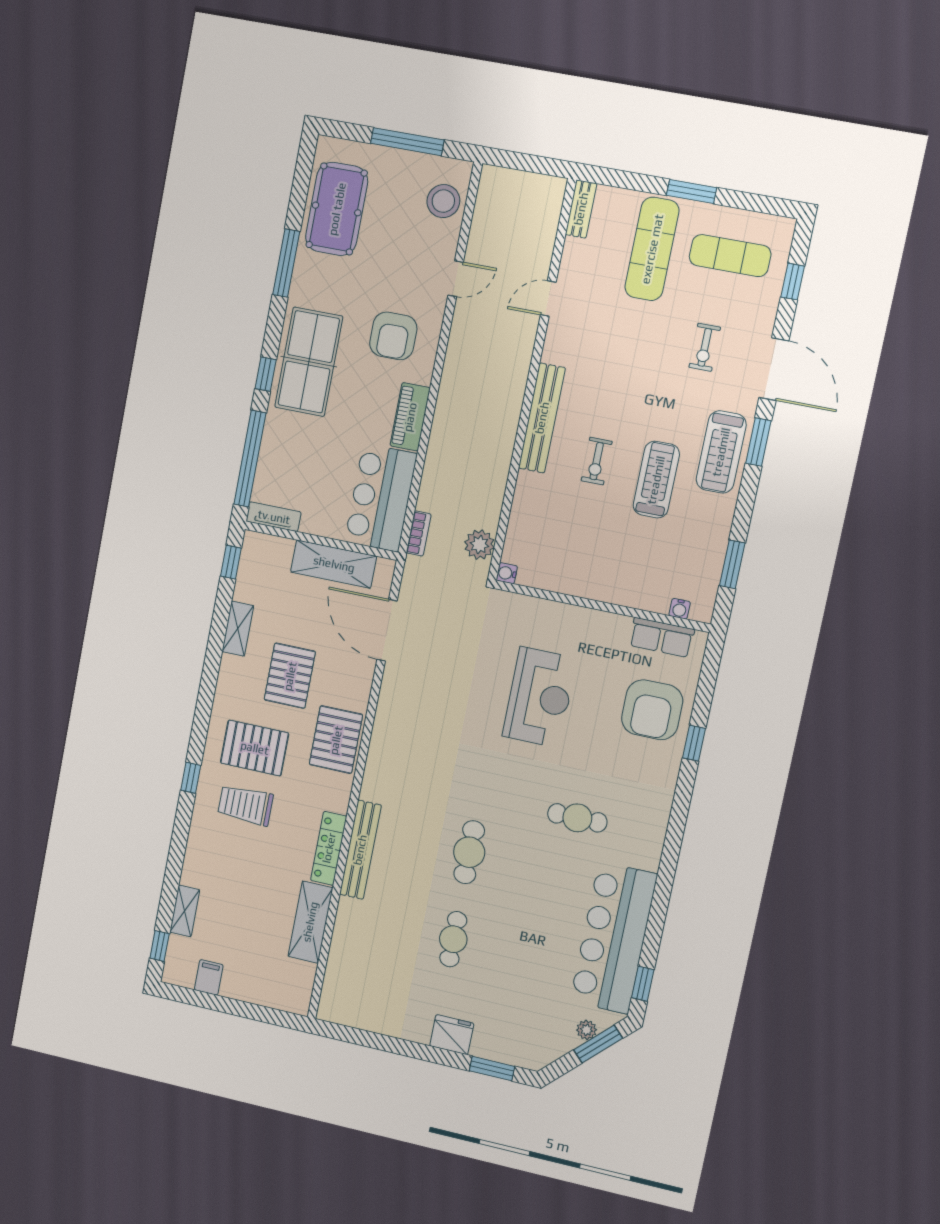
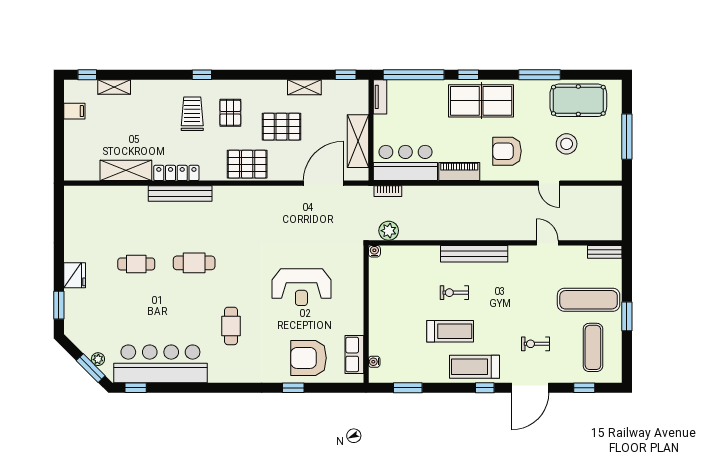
stool: (443, 201) -> (567, 144), moved
window: (758, 442) -> (485, 388), width x0.67
pallet: (255, 748) -> (230, 113), width x0.67, depth x0.71

